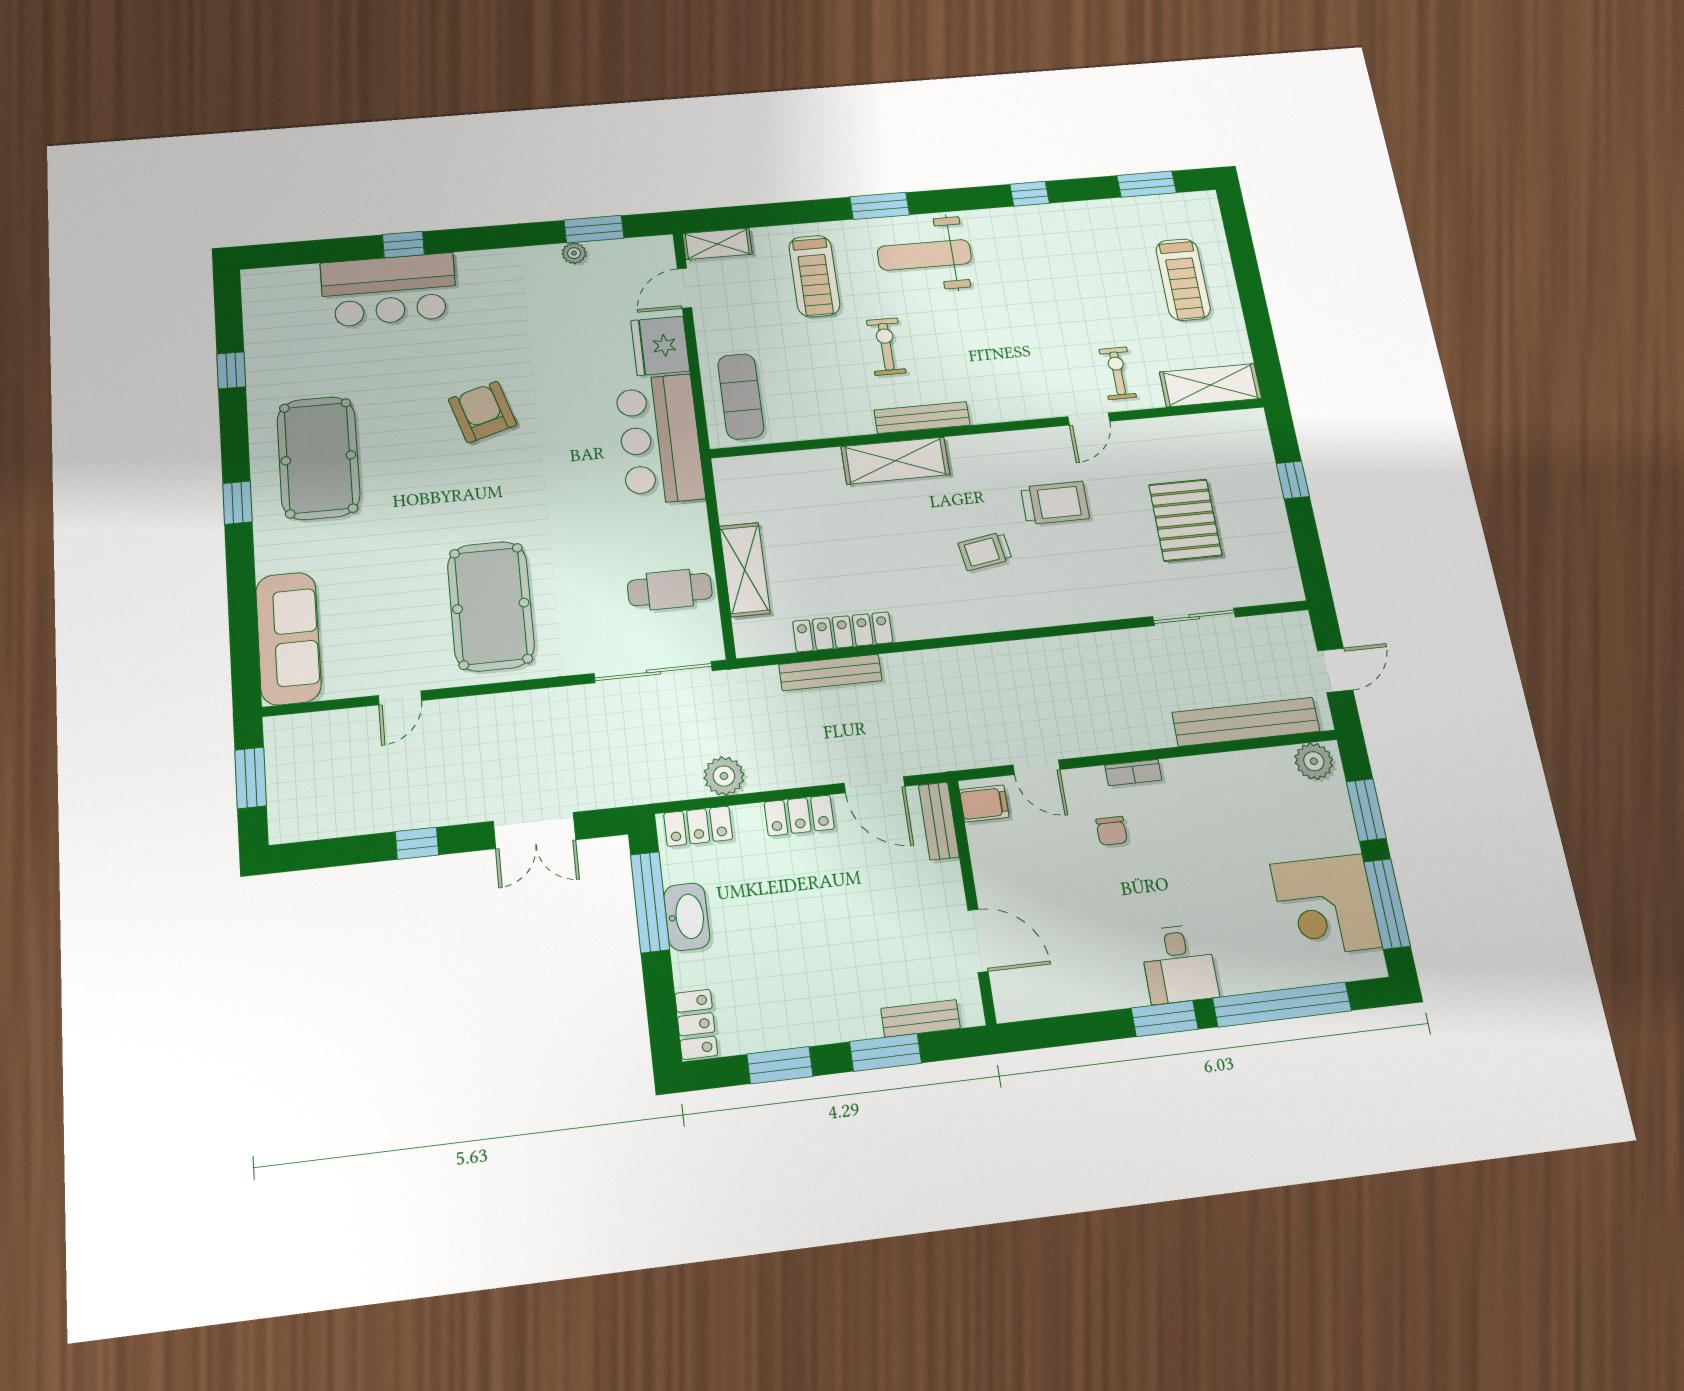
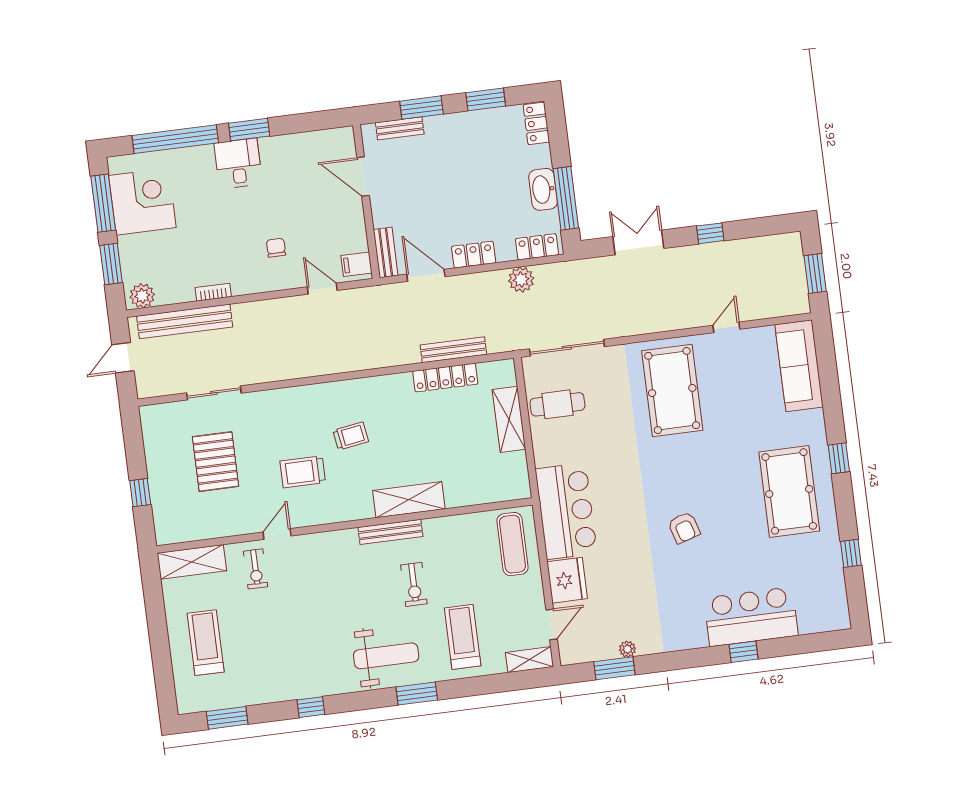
armchair: (483, 412) -> (684, 528), width x0.72, depth x0.72
bookcase: (1133, 773) -> (213, 292), moved

